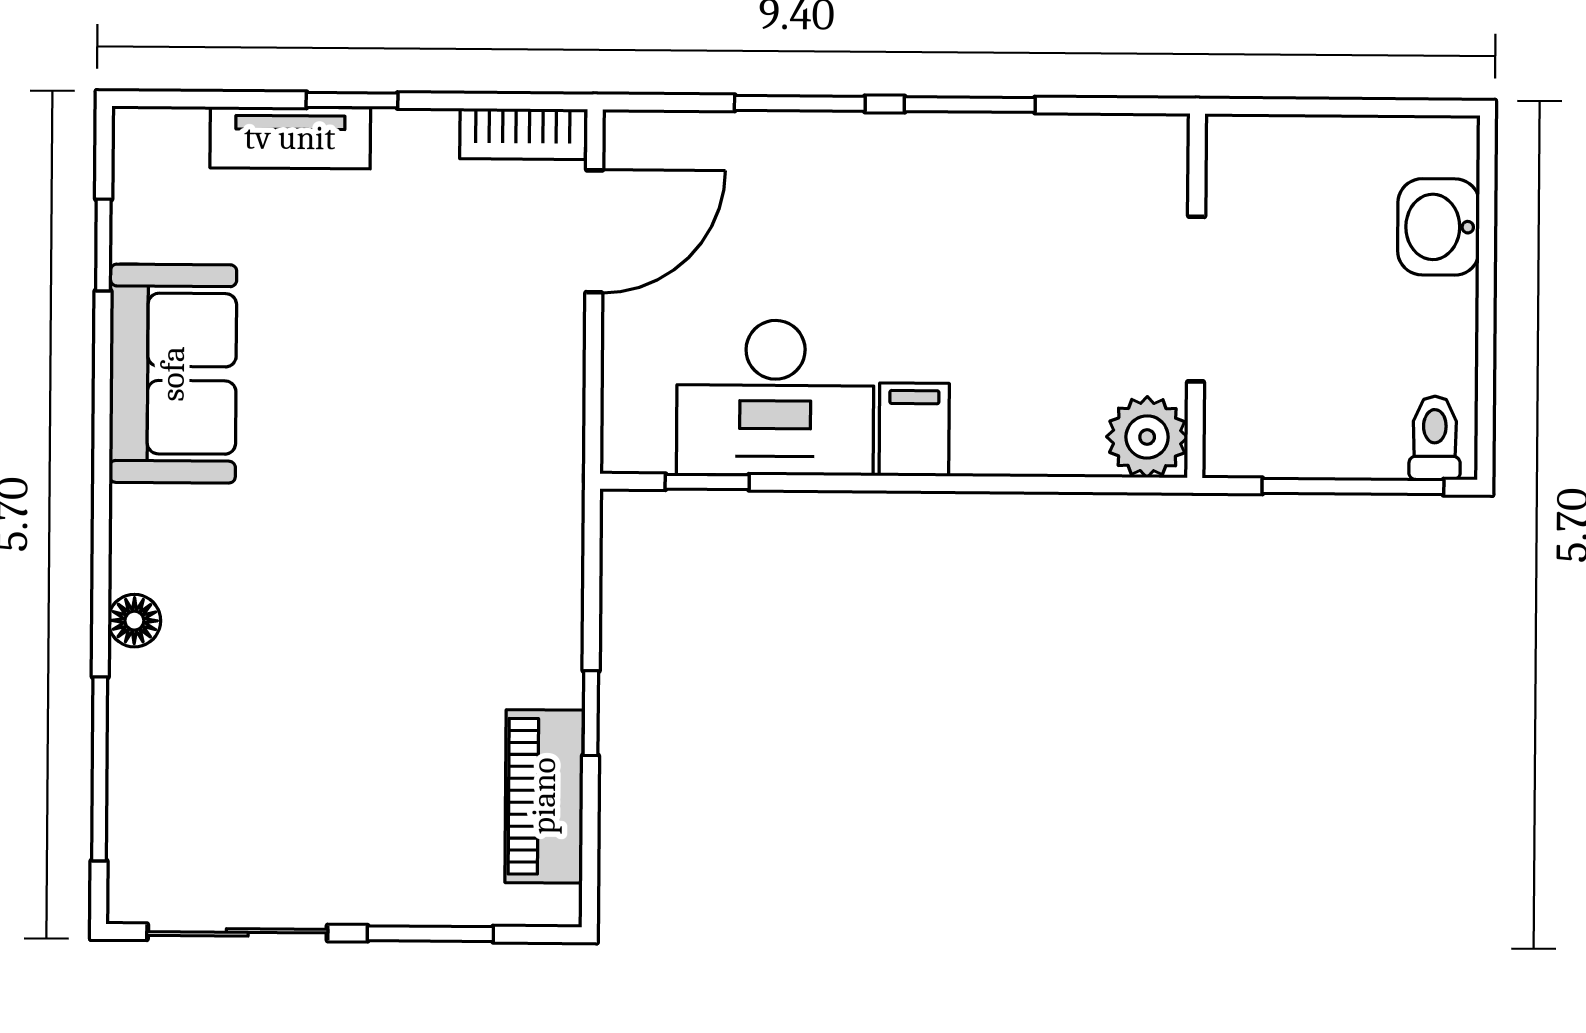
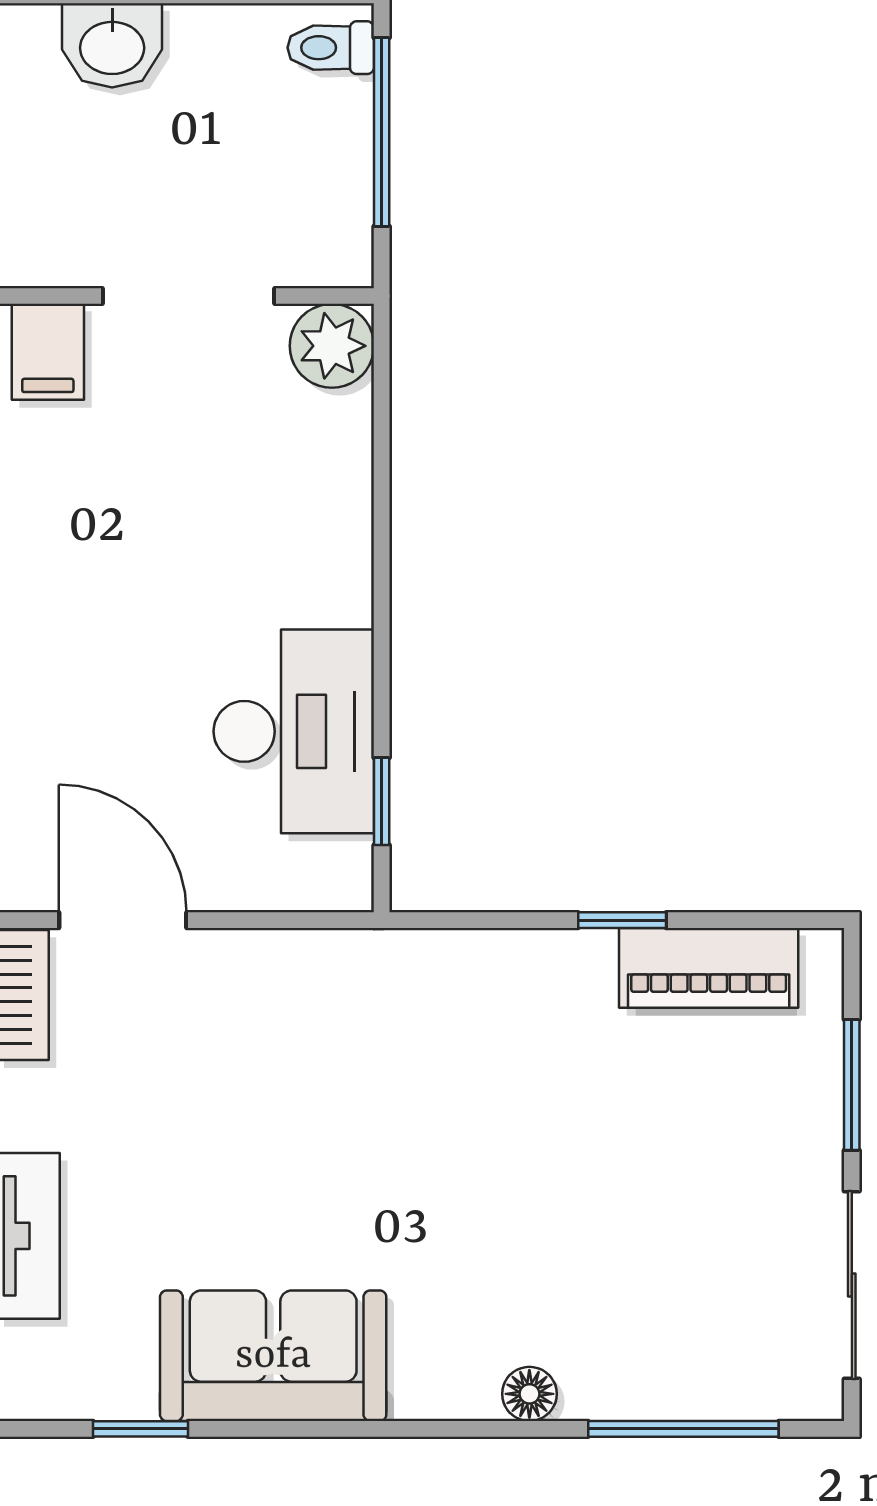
filing cabinet: (914, 430) -> (48, 352), moved, turned -90

